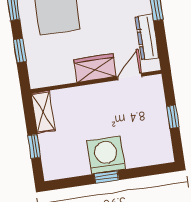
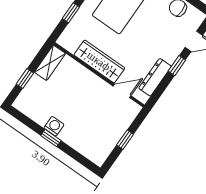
wardrobe: (95, 68) -> (99, 61), width x1.50
washing machine: (106, 155) -> (54, 126), width x0.53, depth x0.53

